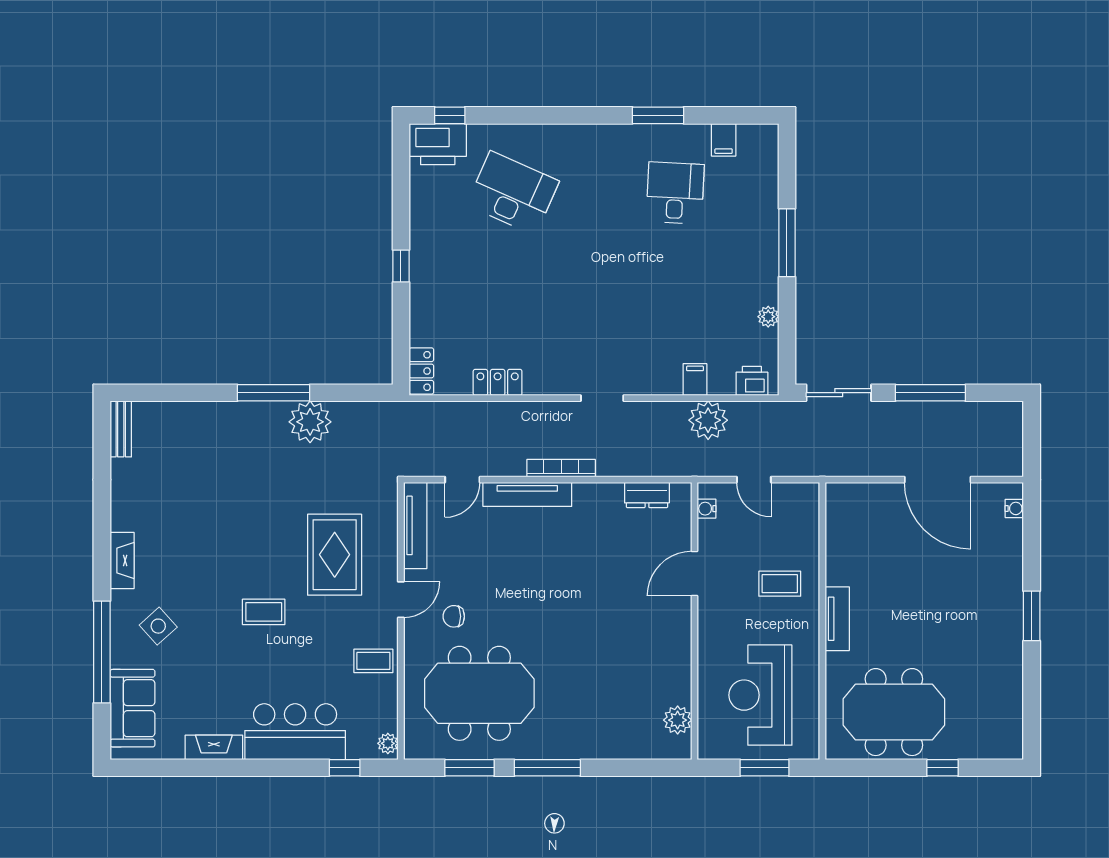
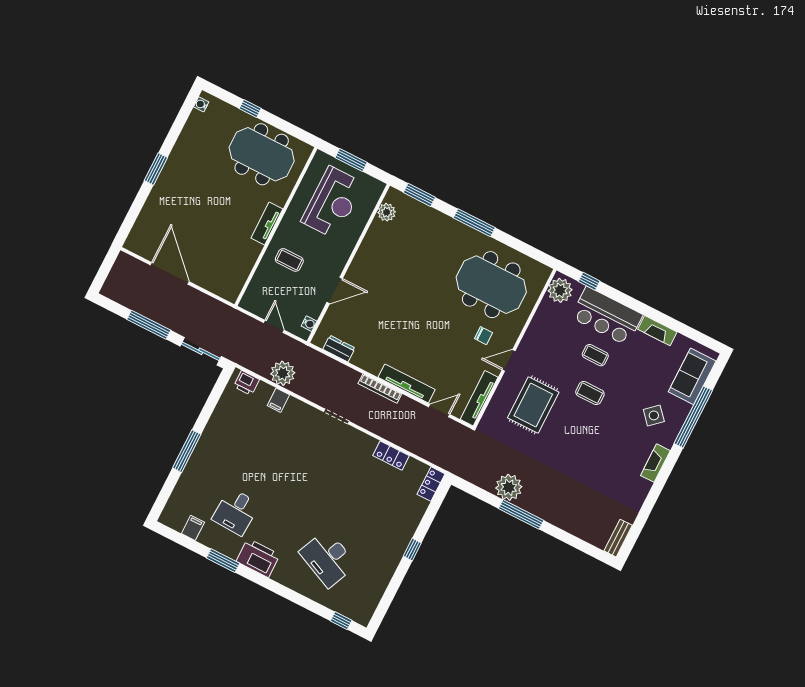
printer: (438, 144) -> (258, 558), moved
plant: (768, 317) -> (219, 415), removed
water cooler: (1014, 508) -> (201, 104), moved
coffee table: (373, 661) -> (595, 355), moved
plant: (388, 743) -> (560, 290), width x1.87, depth x1.87
window: (470, 768) -> (419, 195), moved

